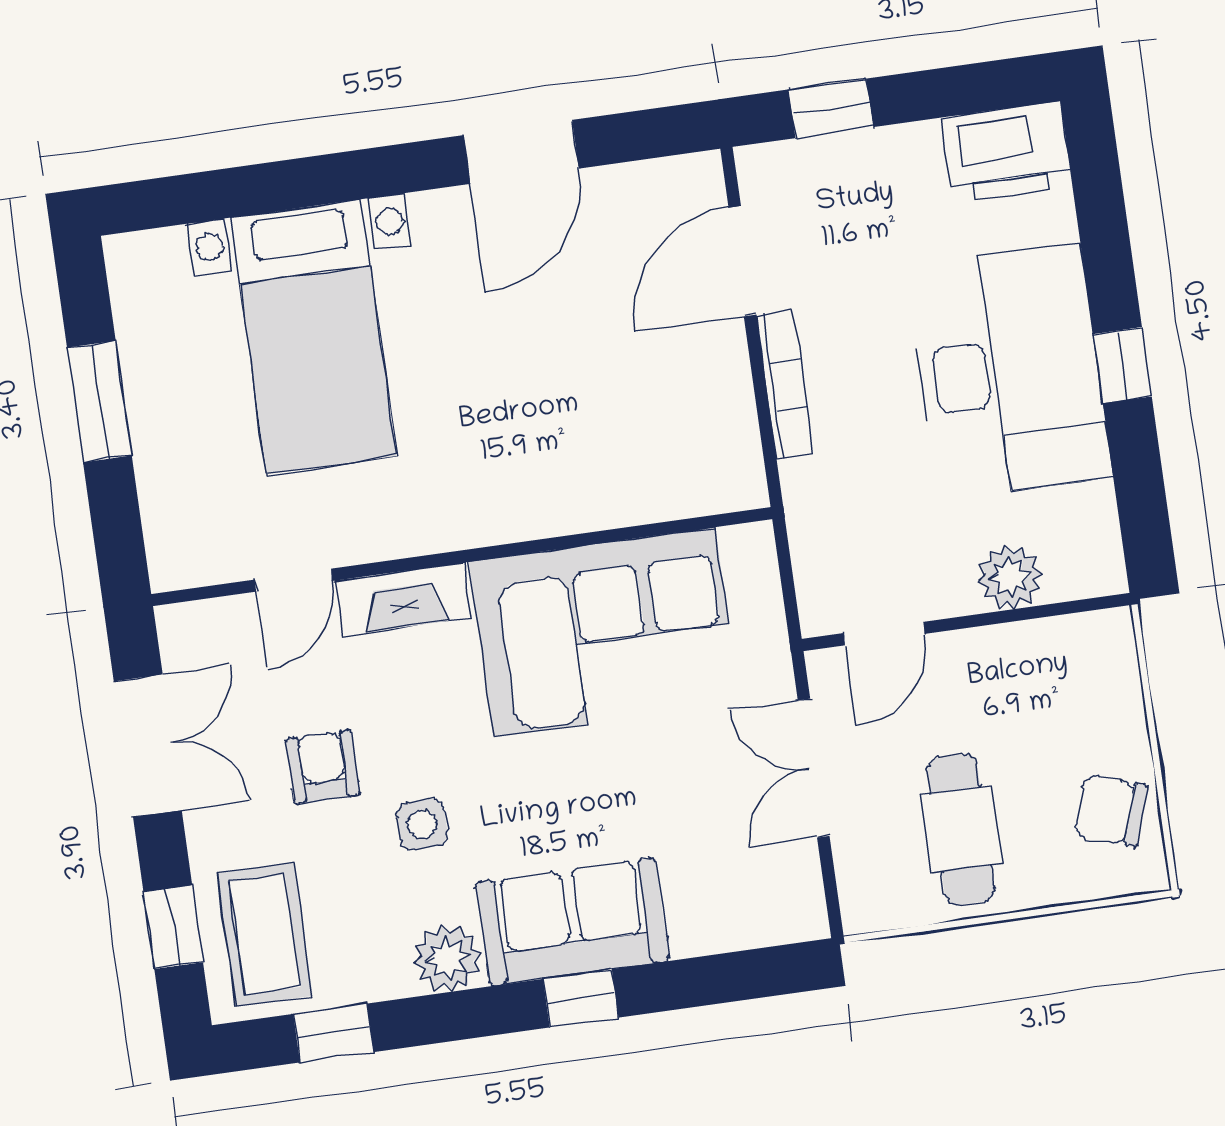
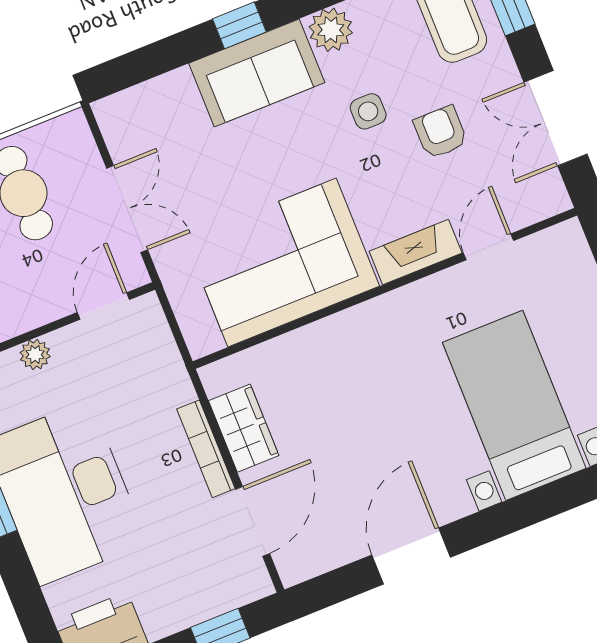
wardrobe: (722, 402) -> (244, 428), added
plant: (1010, 577) -> (35, 354), width x0.73, depth x0.73
armchair: (323, 767) -> (441, 132), turned 180

